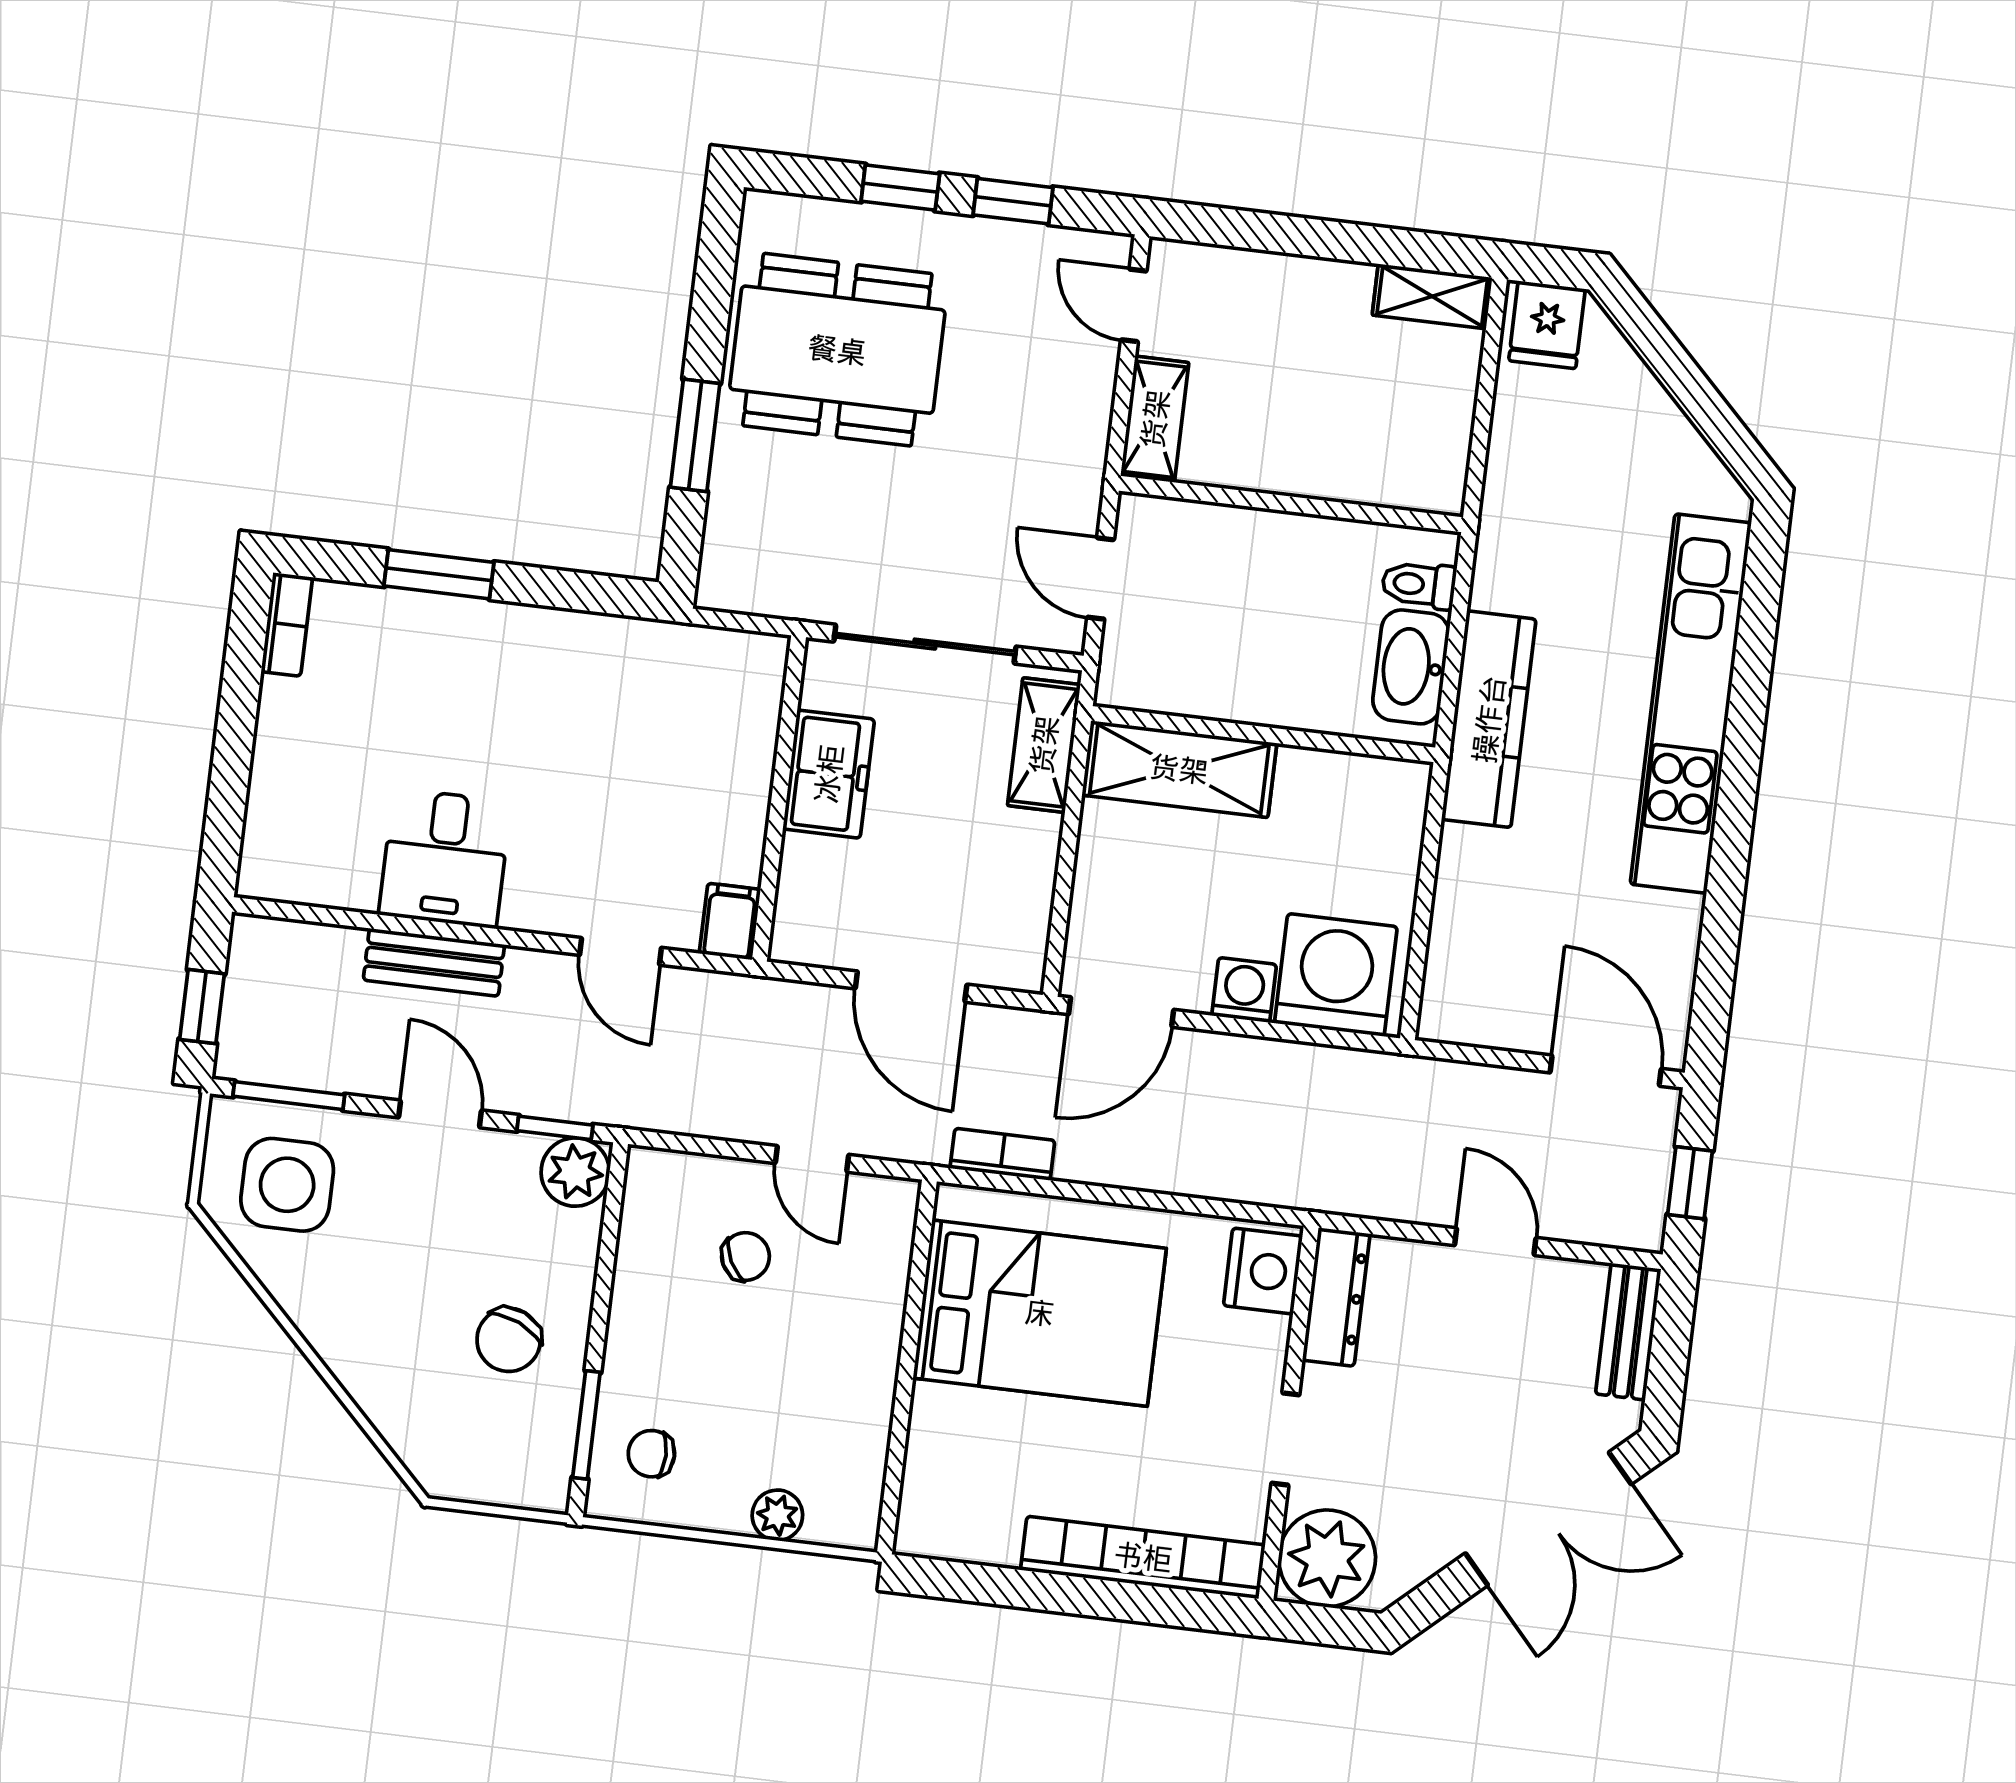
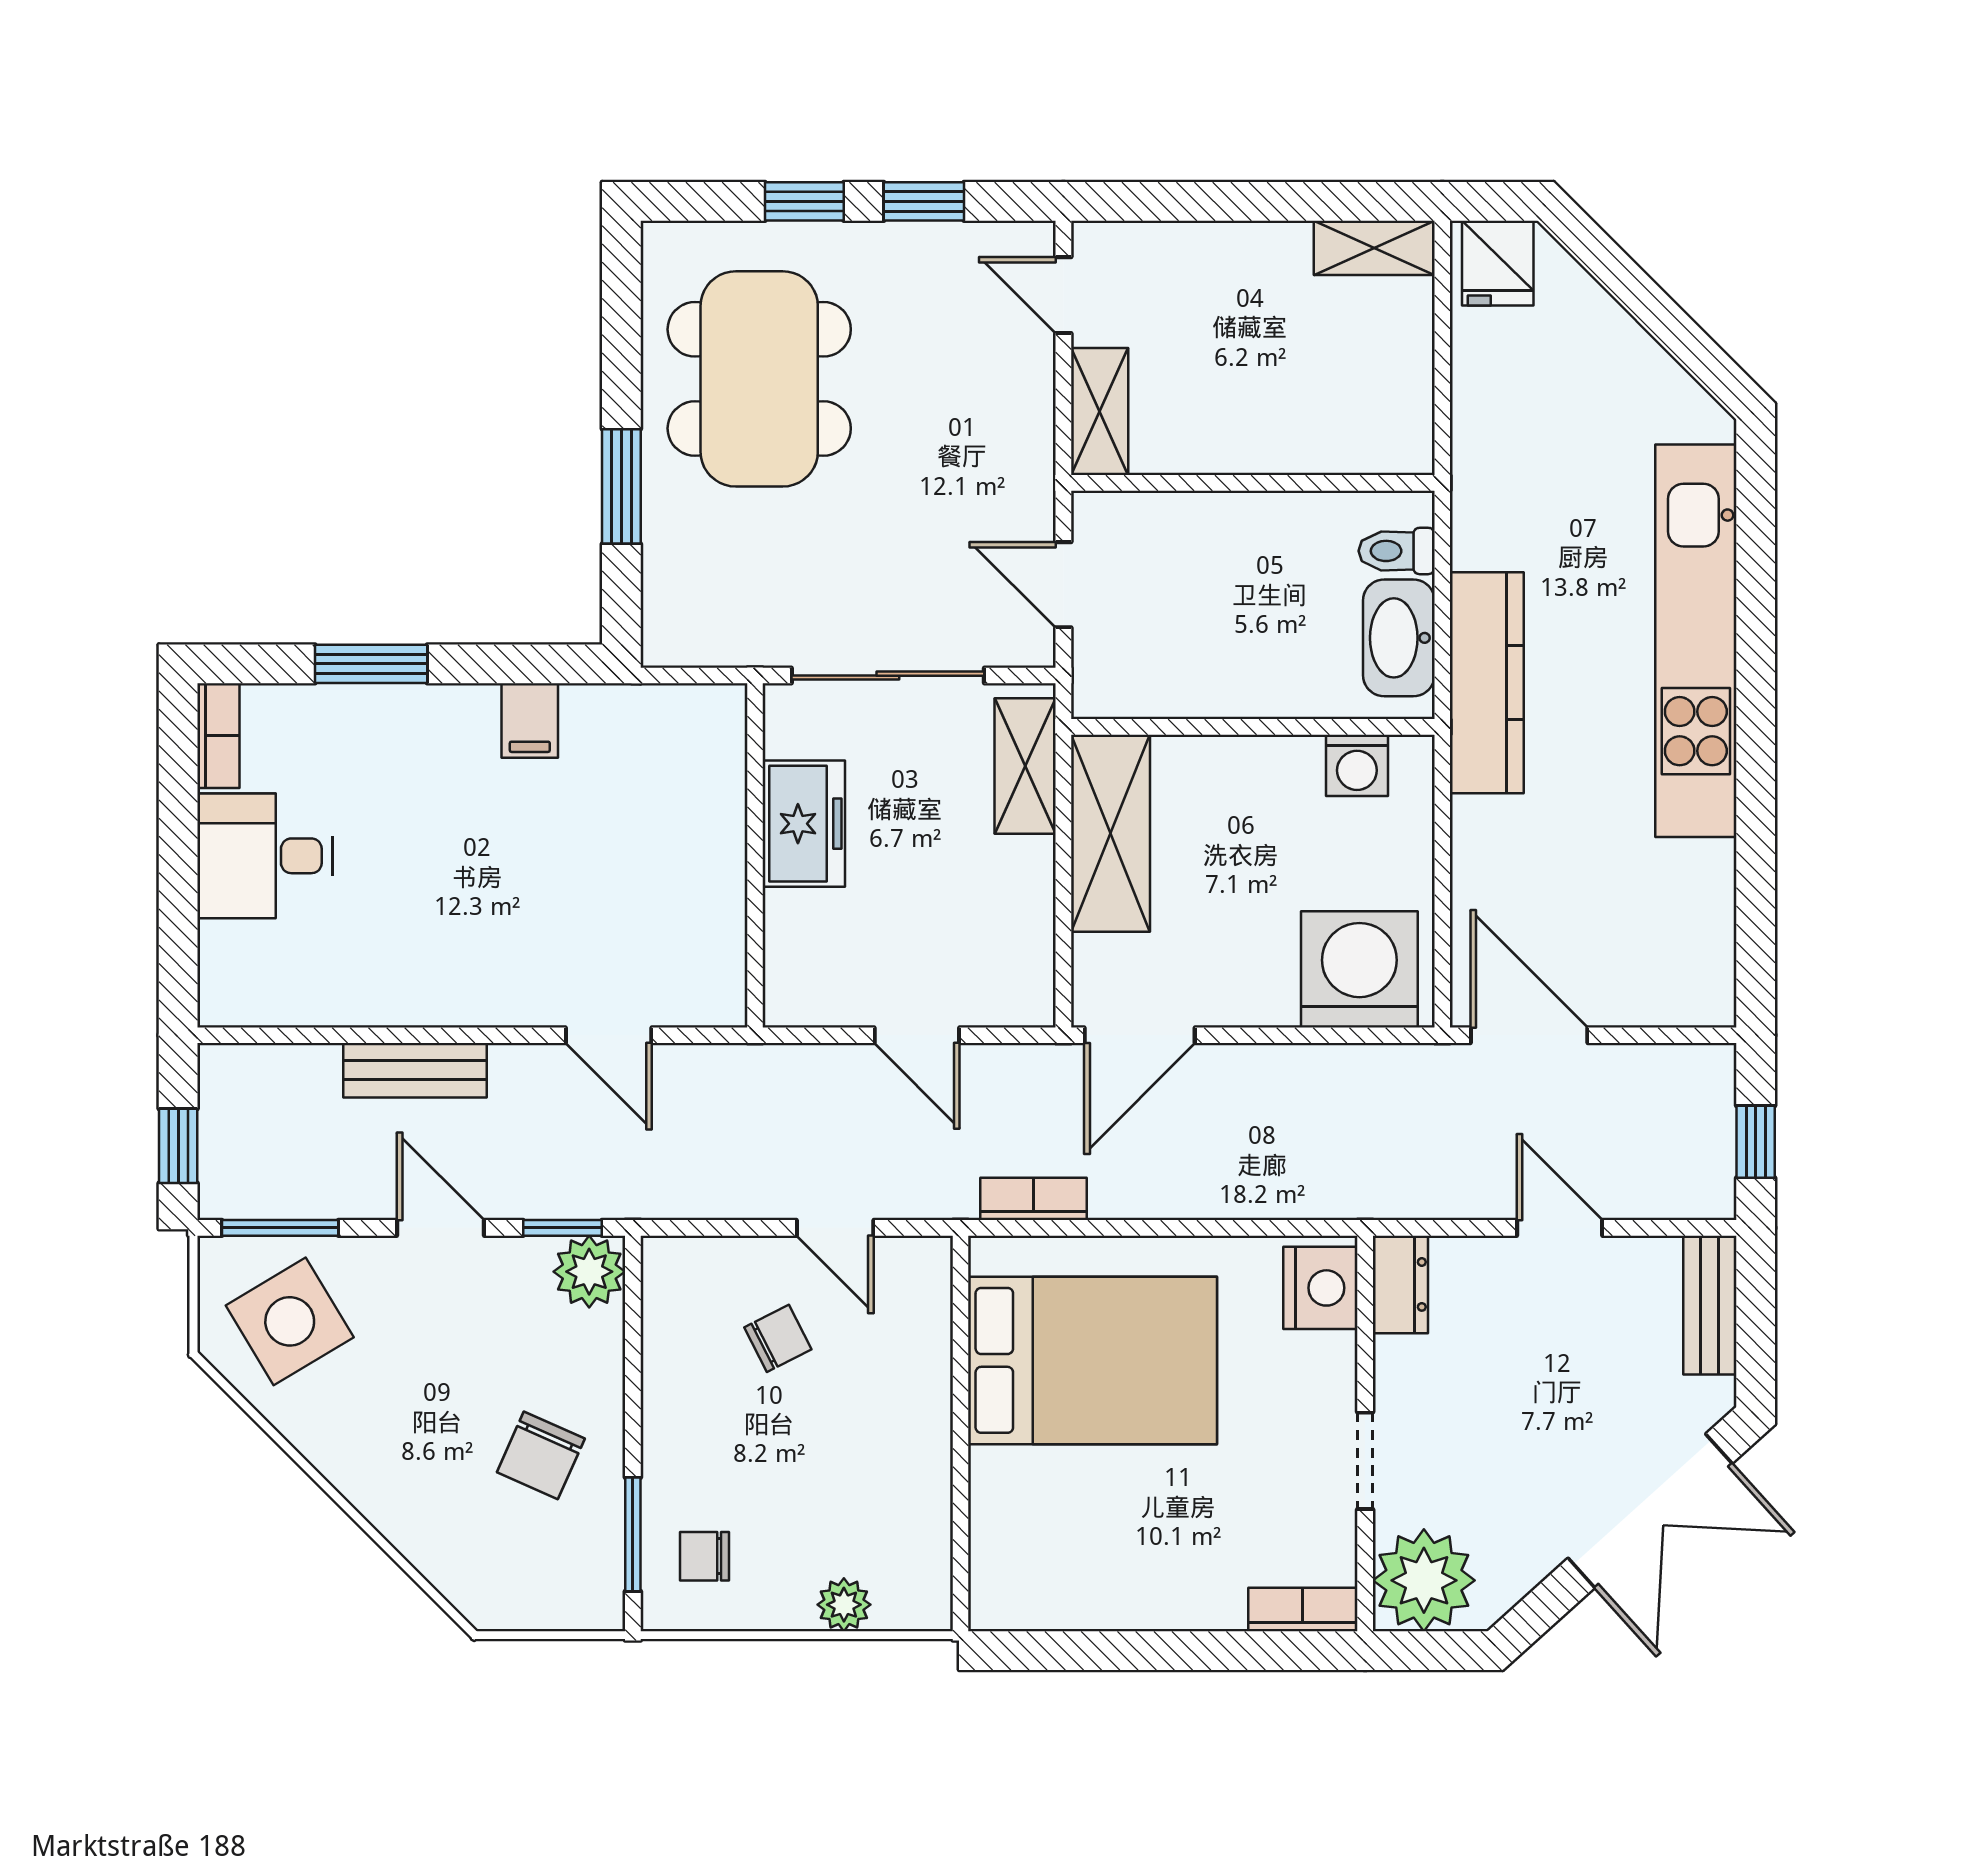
dining table: (837, 350) -> (759, 379), turned 90
shelving: (1179, 769) -> (1110, 833), moved, turned 90
desk: (445, 858) -> (265, 856), moved, turned 90
filing cabinet: (730, 921) -> (530, 721), moved, turned 180
door: (911, 987) -> (917, 1035), width x0.73
washing machine: (1244, 990) -> (1357, 765), moved, turned 180
door: (1606, 1071) -> (1529, 1035), moved
side table: (287, 1185) -> (290, 1321), turned -31
dresser: (1336, 1297) -> (1400, 1284), width x0.70
bookcase: (1143, 1557) -> (1303, 1609), width x0.43, depth x0.76

